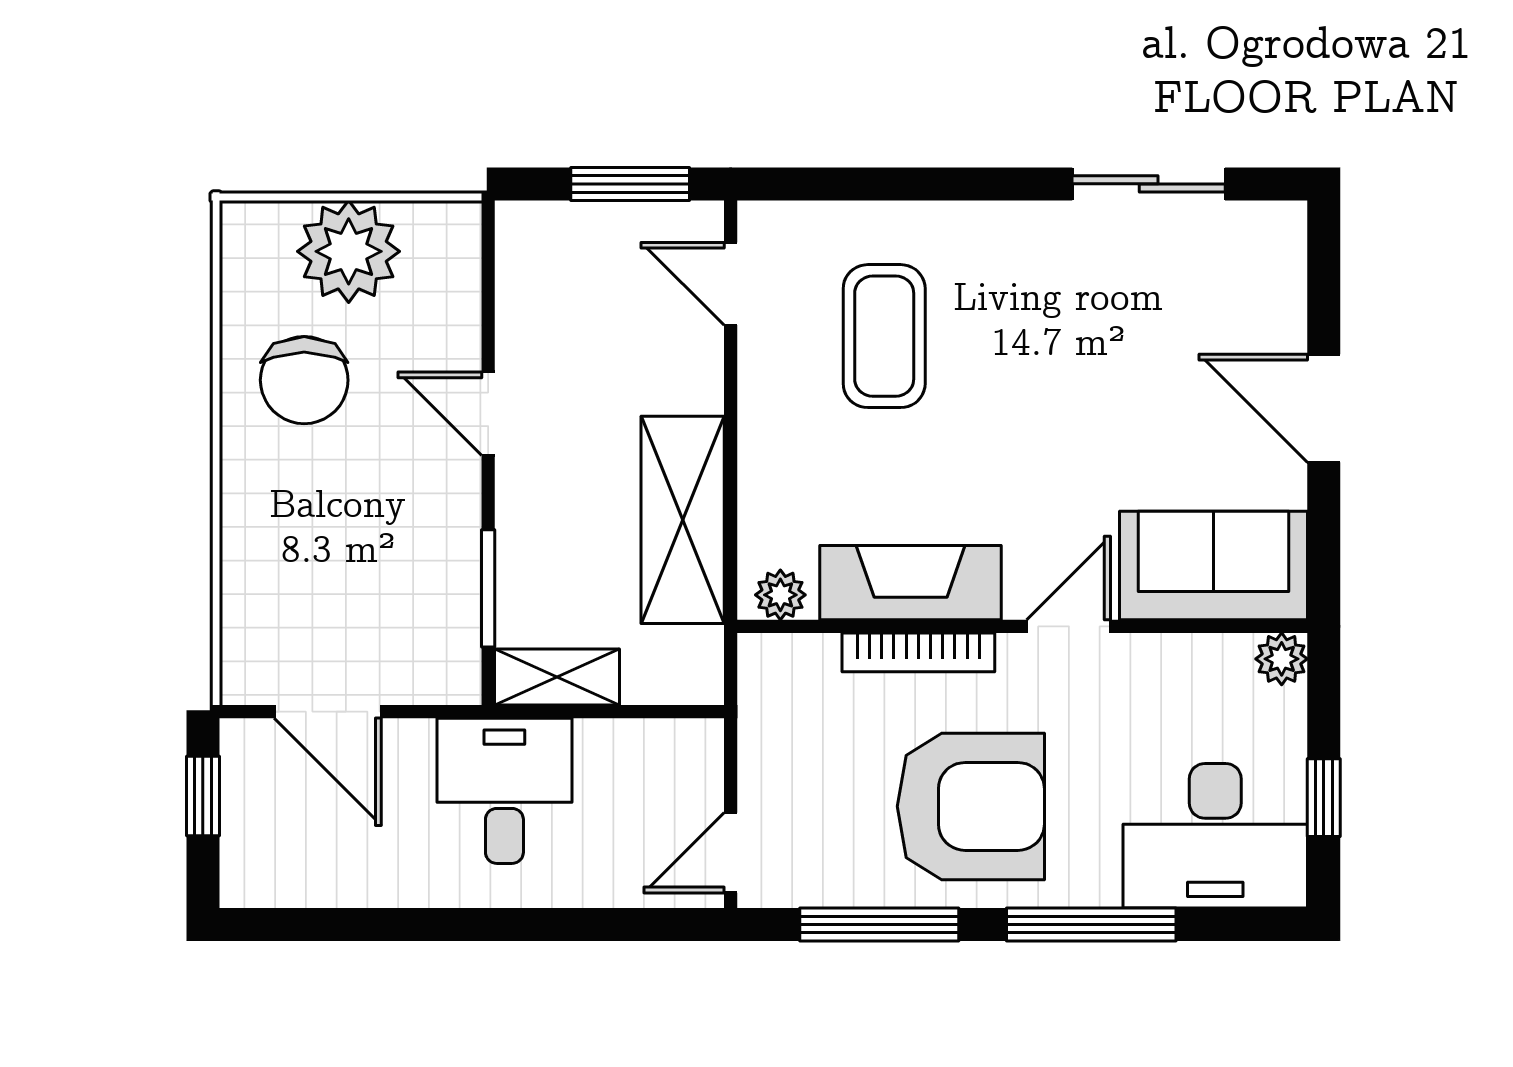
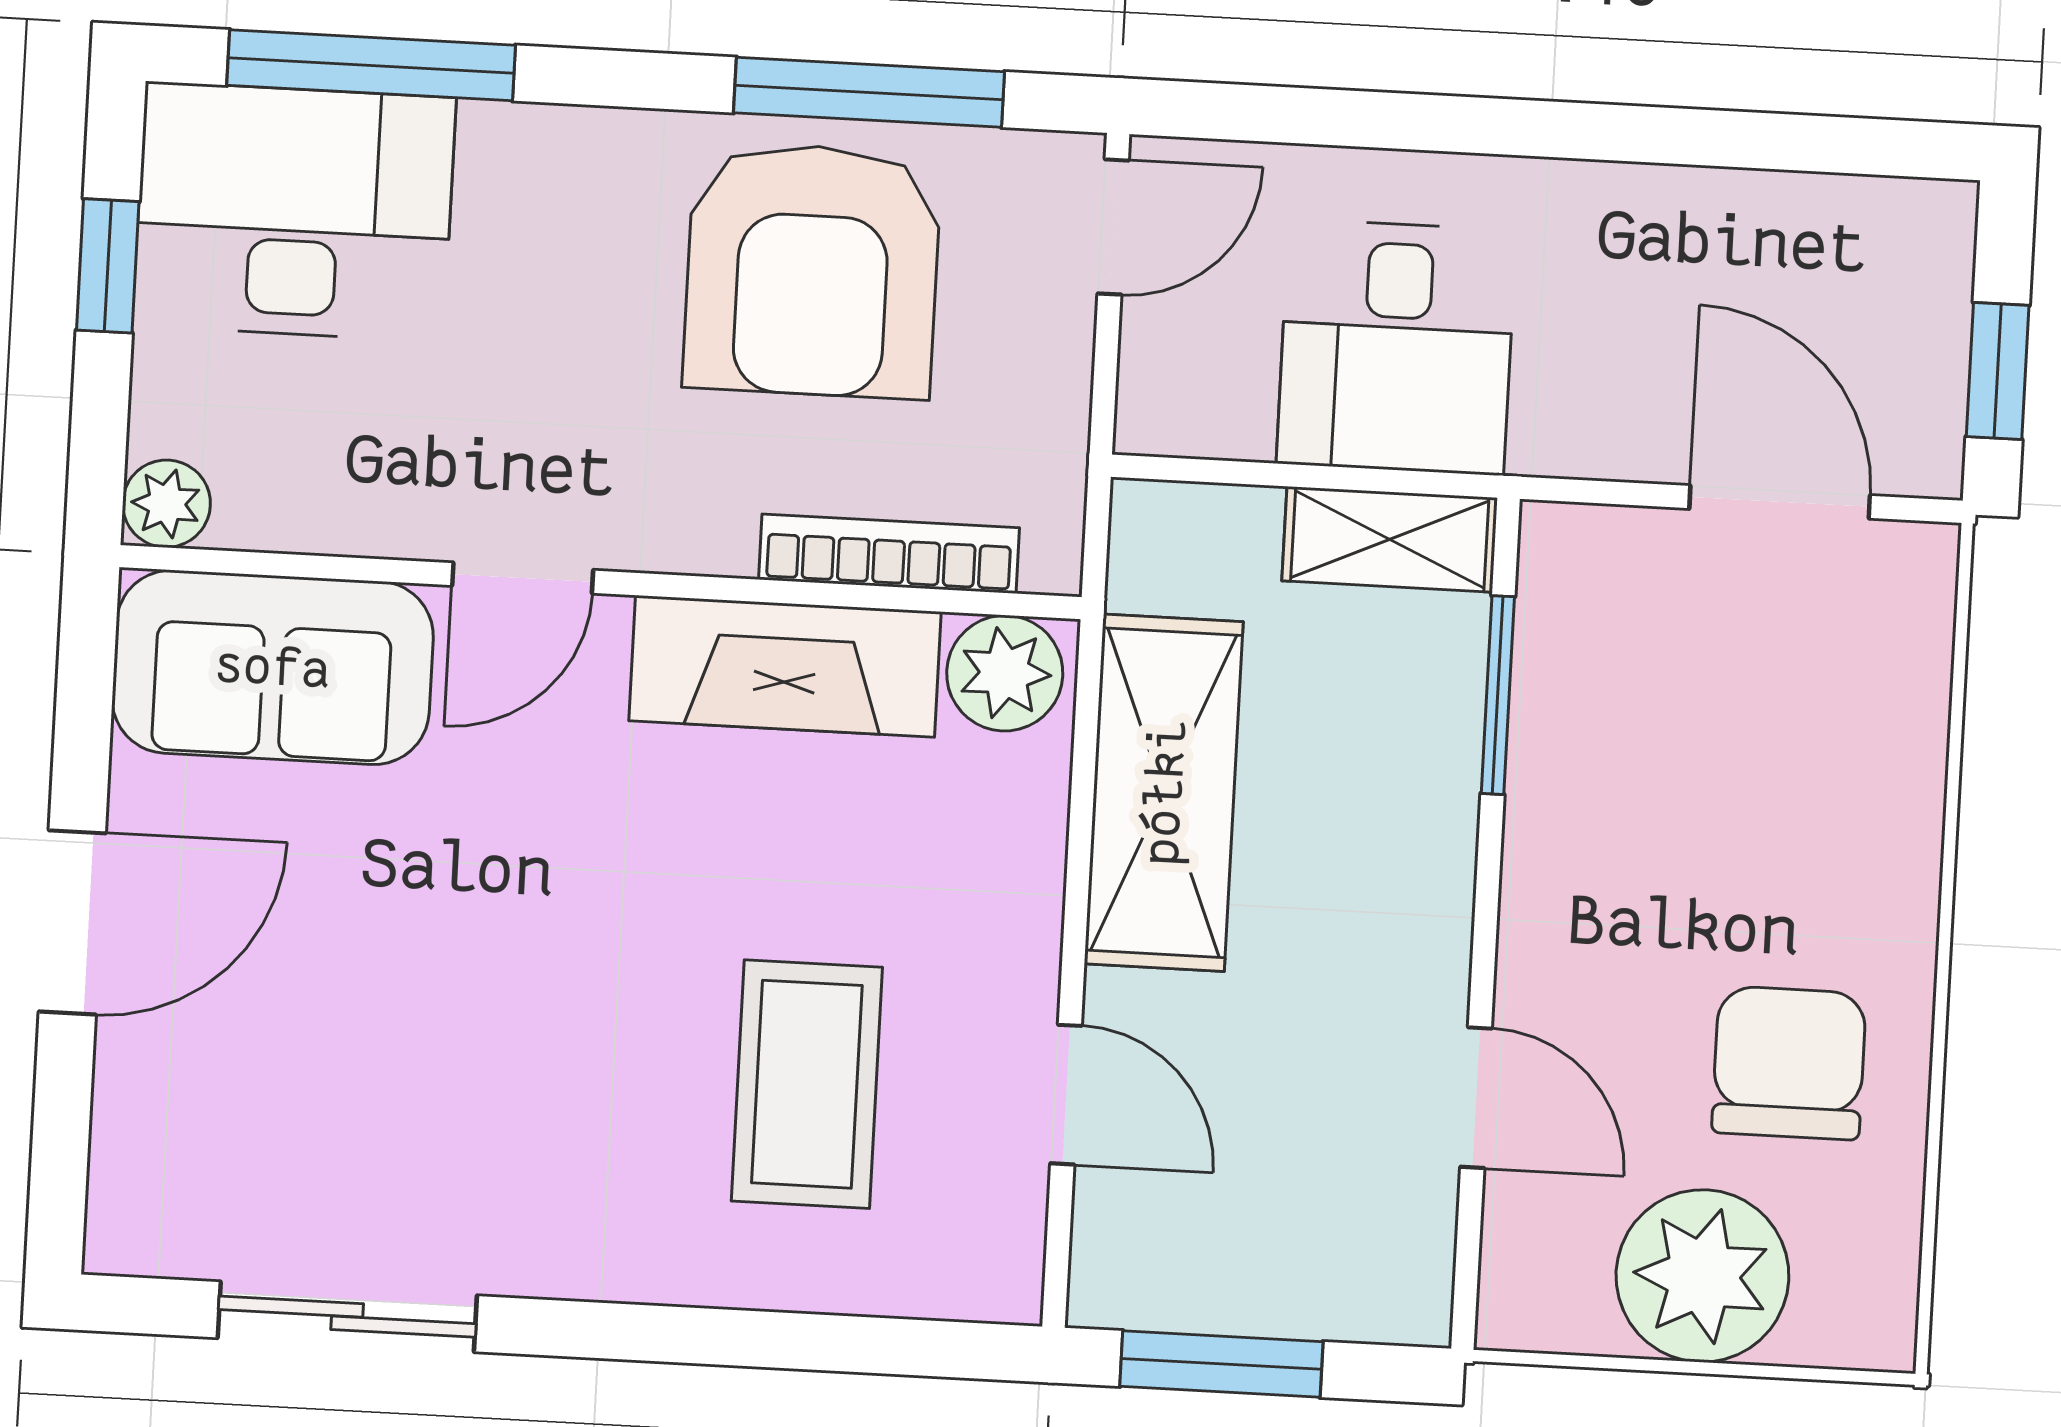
door: (731, 284) -> (1066, 1095), moved
door: (1324, 408) -> (72, 922), hinge flipped
door: (488, 414) -> (1476, 1098), moved
plant: (780, 595) -> (1005, 673), width x1.38, depth x1.38
bookcase: (918, 652) -> (889, 554), moved
desk: (504, 791) -> (1396, 347), moved
armchair: (971, 806) -> (812, 270), moved, turned -90
window: (1091, 925) -> (371, 65), moved

